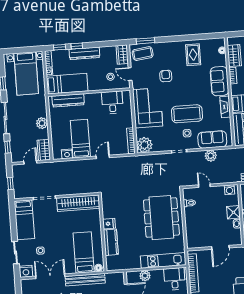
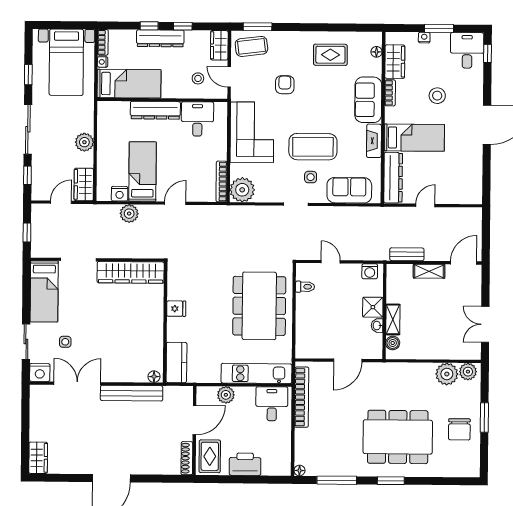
window: (60, 47) -> (183, 26), moved
rug: (193, 55) -> (330, 55), turned 90
dresser: (68, 100) -> (155, 110), moved
plant: (211, 156) -> (129, 214), moved
kitchen counter: (111, 242) -> (176, 362), moved
bed: (84, 252) -> (133, 350), removed

